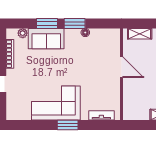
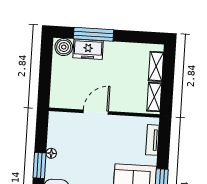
shelving: (140, 34) -> (154, 97), moved

